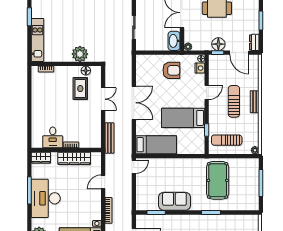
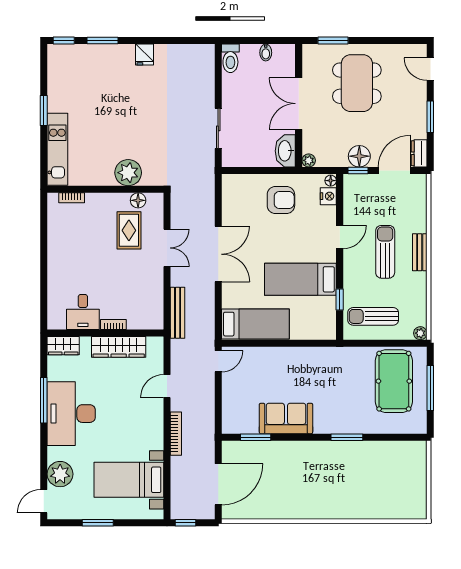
door: (239, 53) -> (394, 170), swing flipped
pool table: (218, 180) -> (394, 381), moved

